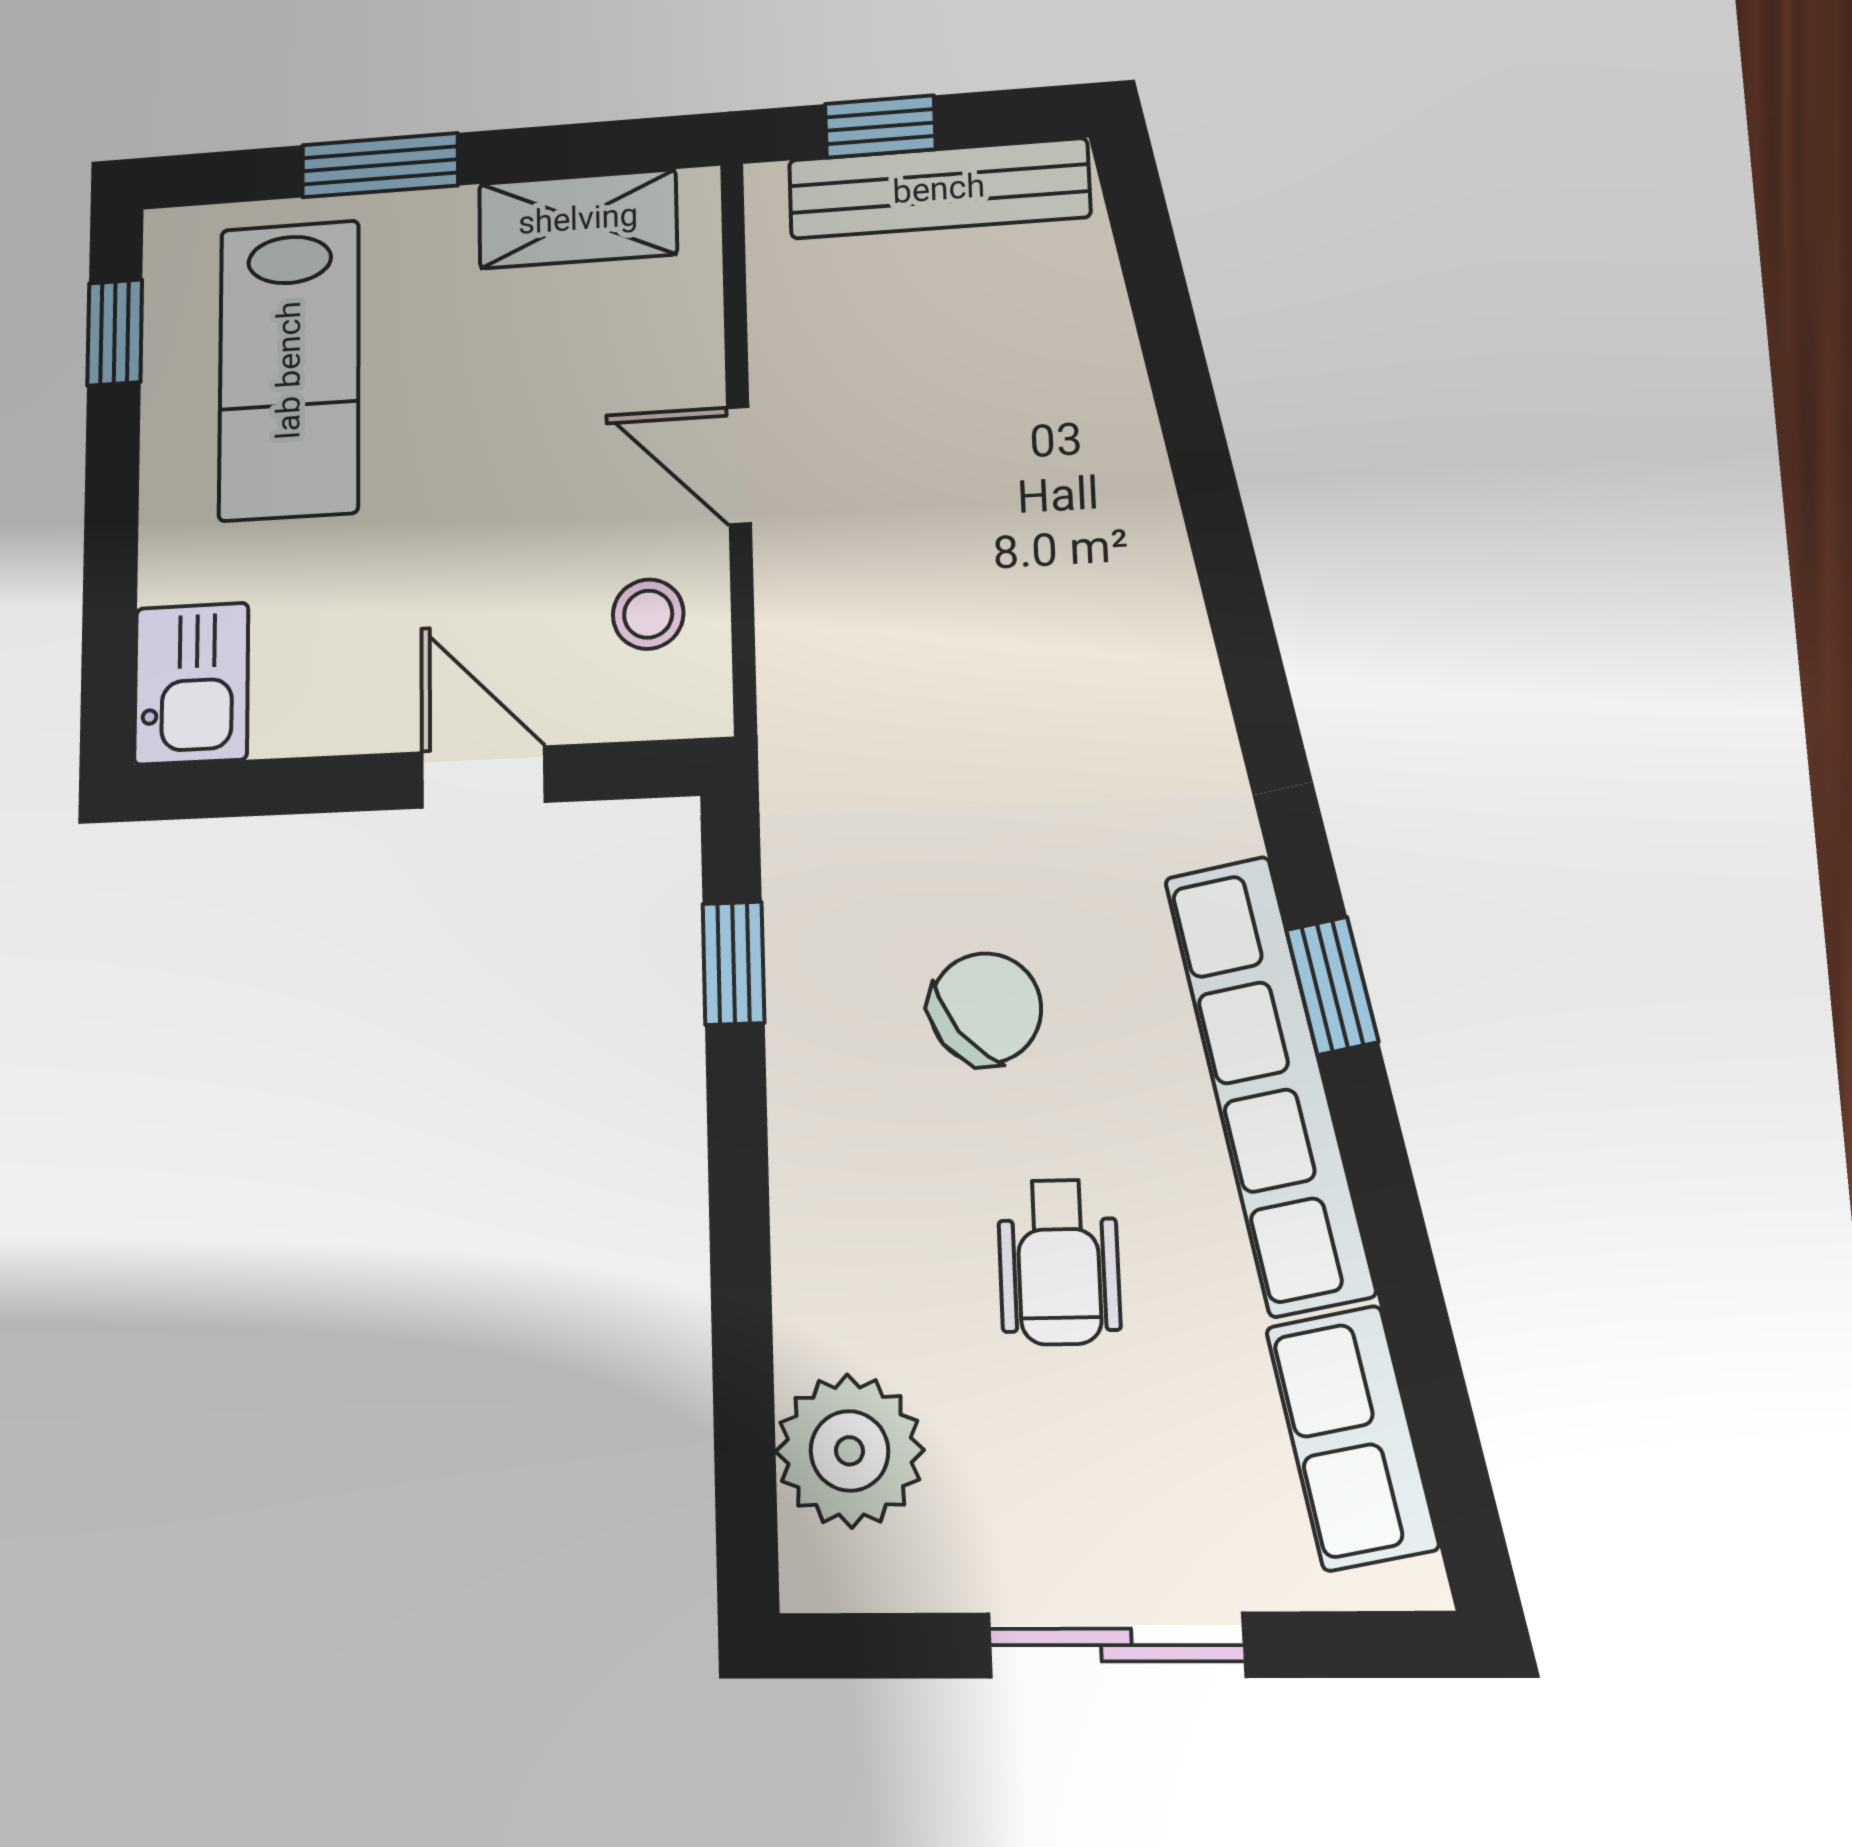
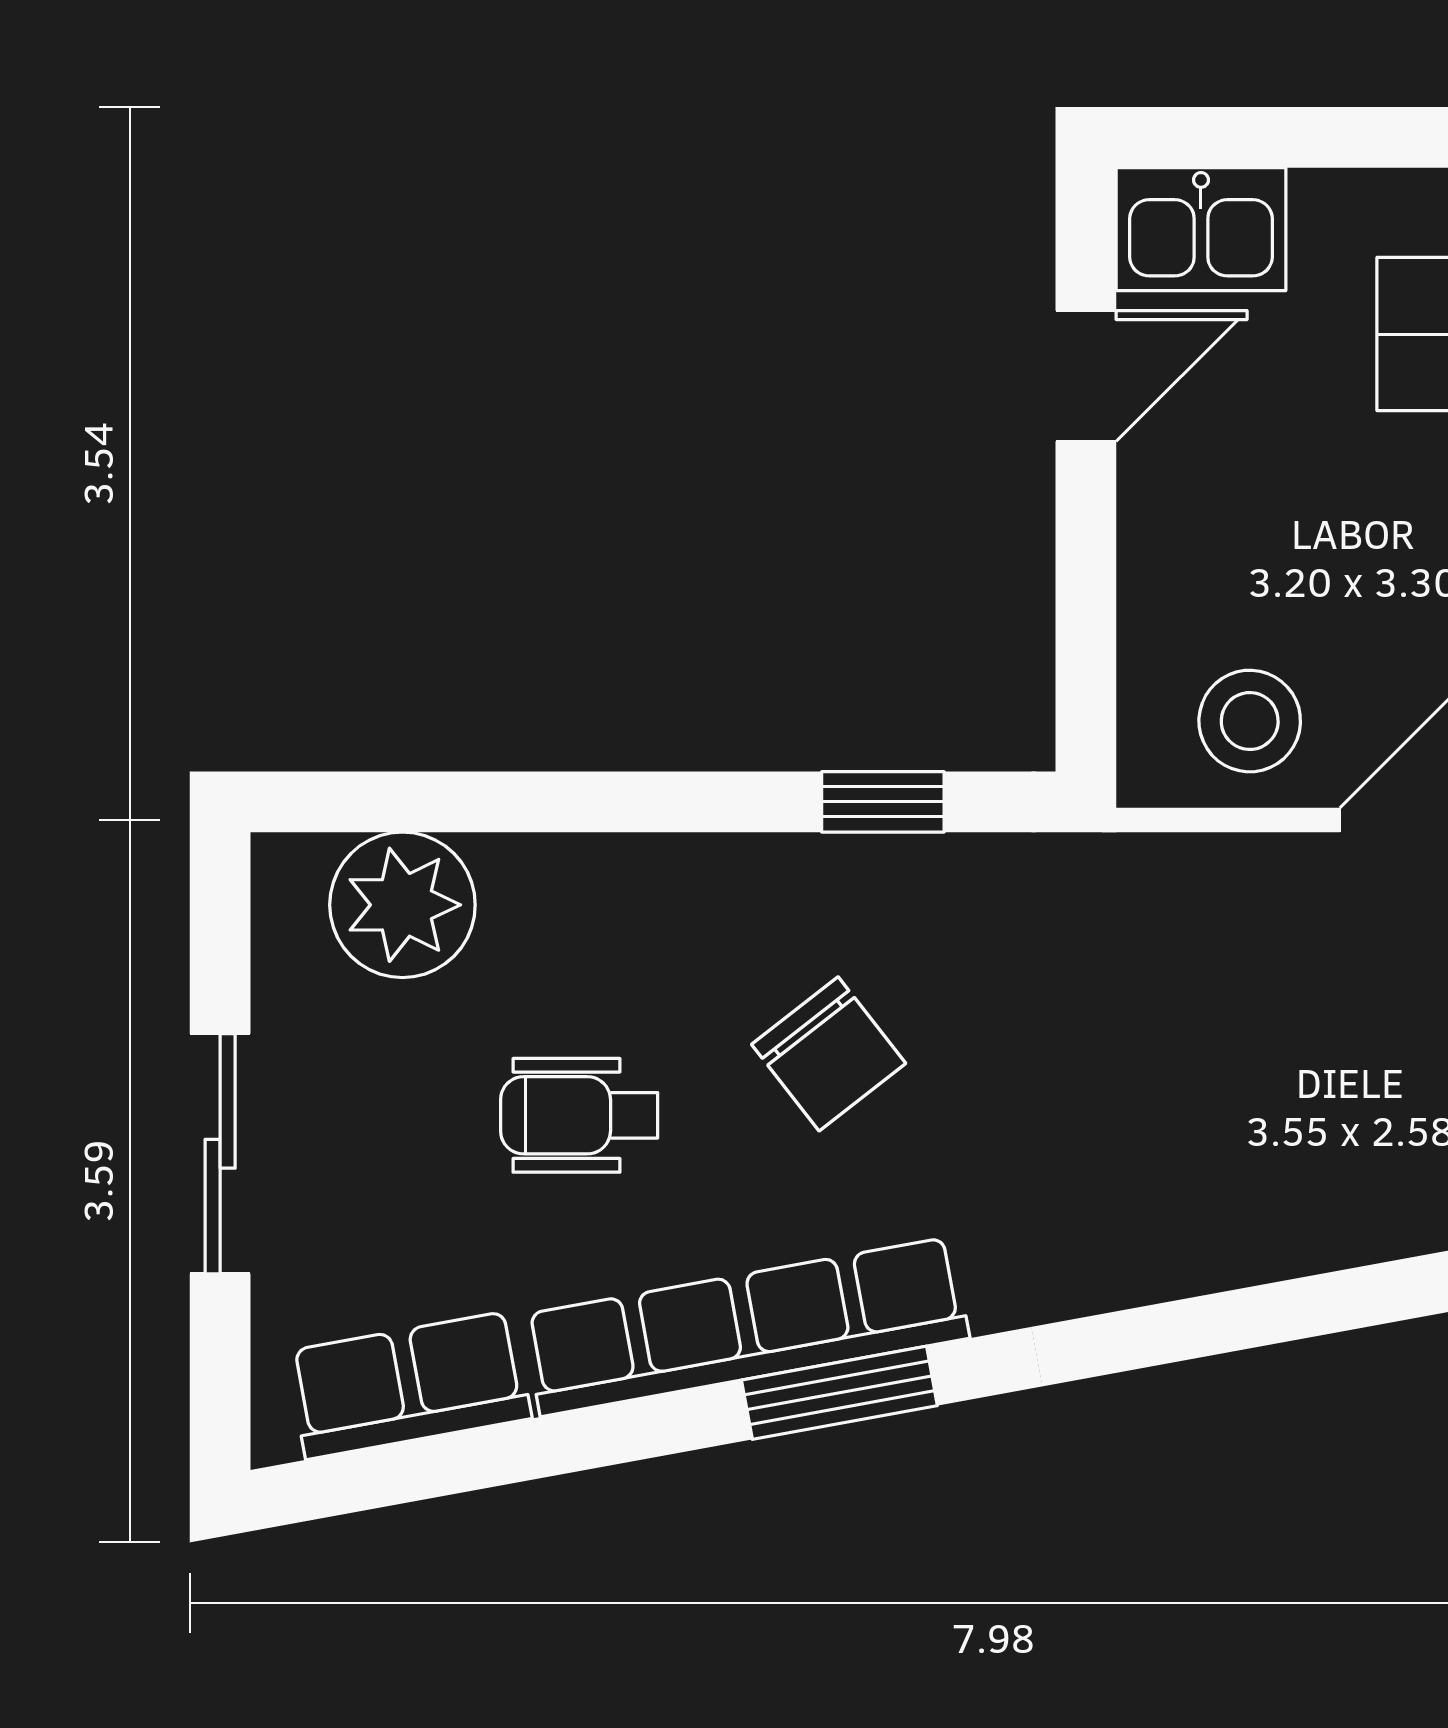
stool: (648, 614) -> (1250, 721), width x1.37, depth x1.37
door: (483, 777) -> (1086, 376), moved
window: (1332, 986) -> (839, 1393), width x1.50

